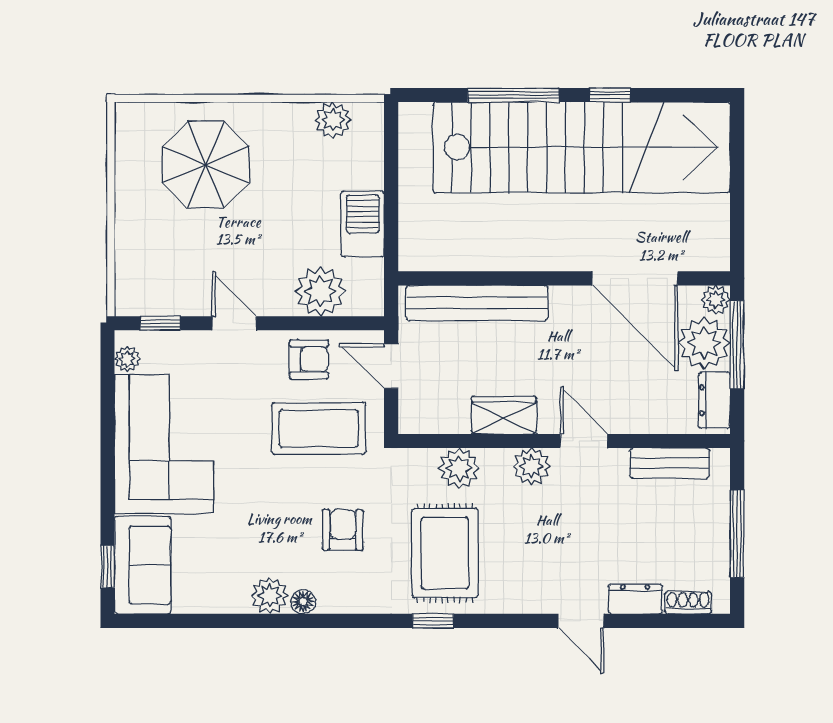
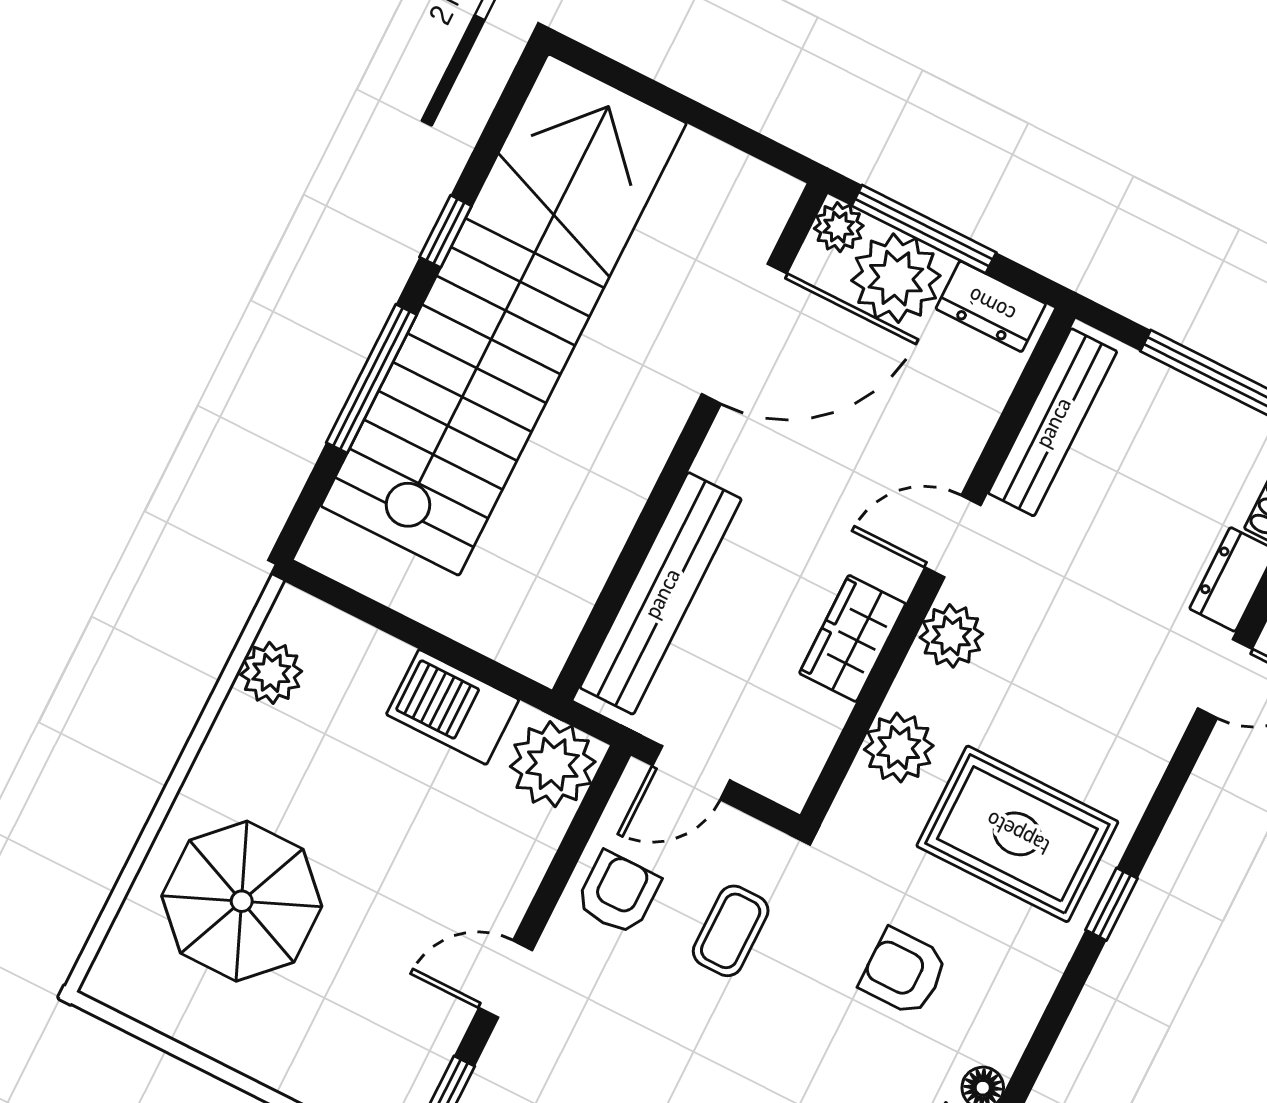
plant: (320, 291) -> (553, 764), moved
coffee table: (319, 428) -> (731, 931), width x0.54, depth x0.58
bench: (670, 463) -> (1052, 422), width x1.36

